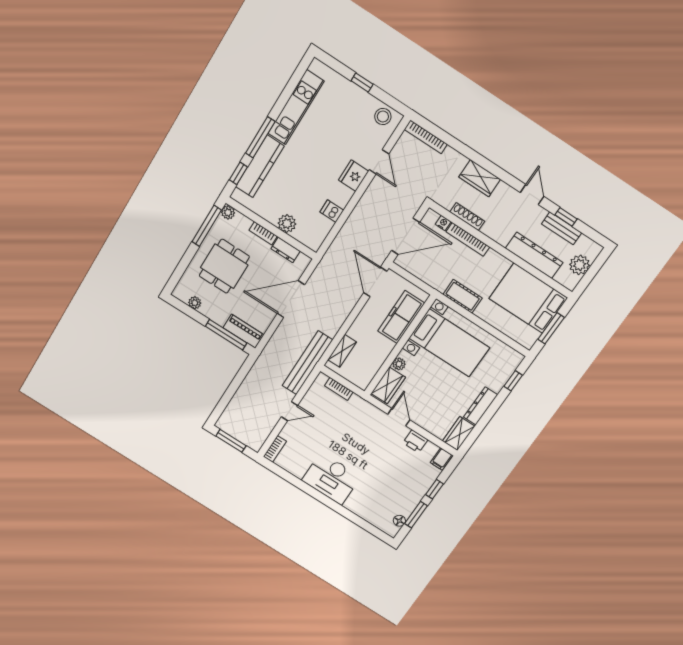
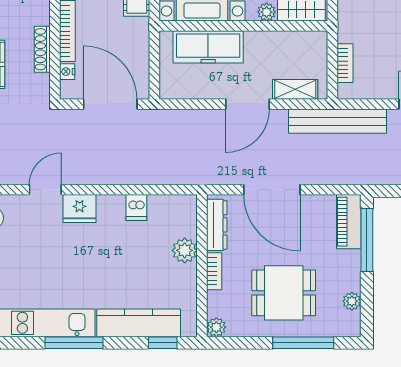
window: (260, 137) -> (74, 343), moved
window: (207, 226) -> (303, 343), moved
dresser: (286, 250) -> (217, 225), width x1.44
door: (375, 282) -> (247, 104), moved

